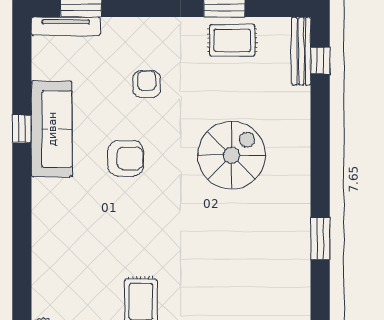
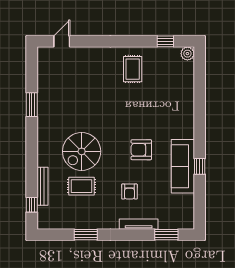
tv unit: (66, 26) -> (139, 224), moved
rug: (232, 40) -> (82, 186), moved
bench: (301, 51) -> (42, 186), moved

